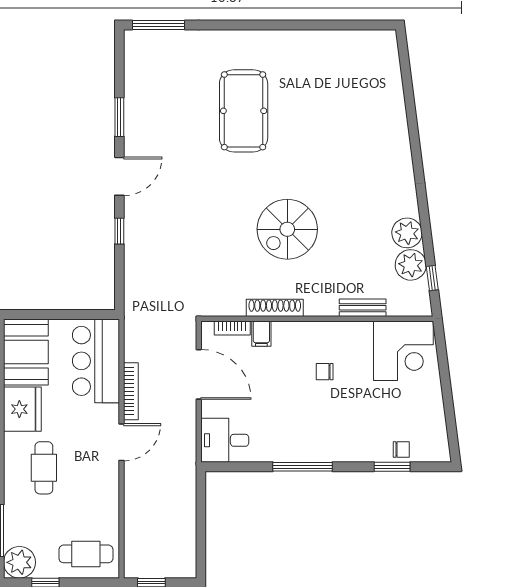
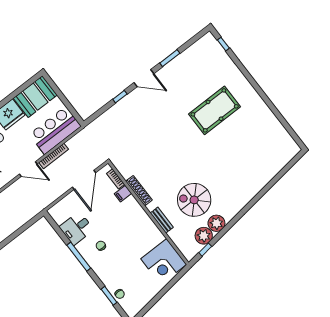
window: (158, 25) -> (223, 44), width x0.46
spiral stairs: (287, 229) -> (194, 200), moved
bench: (363, 308) -> (162, 220), moved
chair: (325, 372) -> (101, 246), moved
desk: (225, 440) -> (77, 228), moved, turned -90

